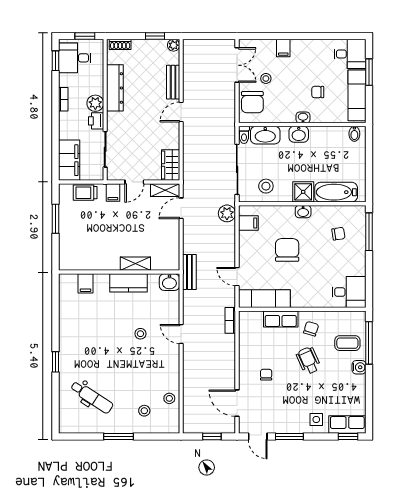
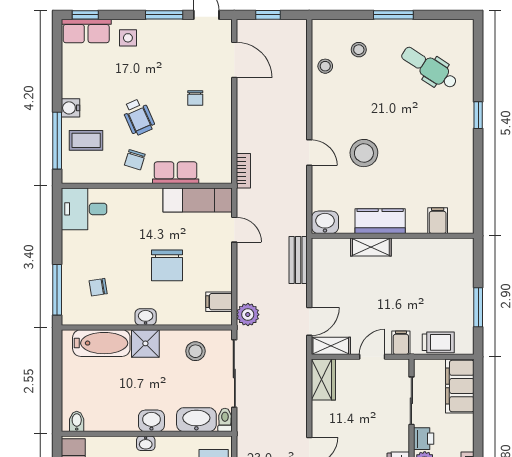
bench: (189, 272) -> (298, 260), moved
stool: (140, 334) -> (364, 153), width x1.89, depth x1.89

